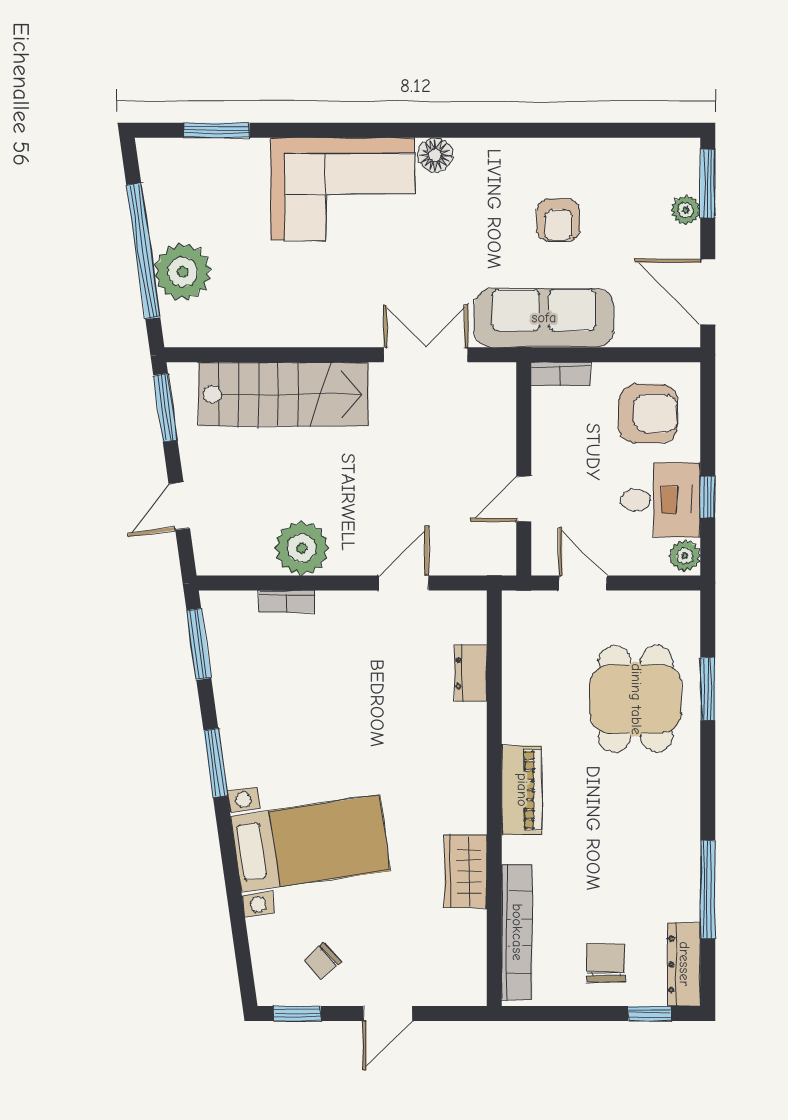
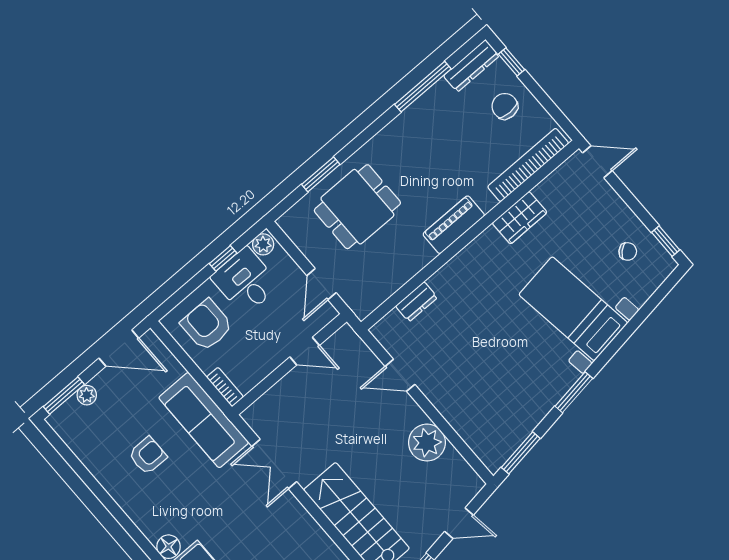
door: (708, 292) -> (119, 348), hinge flipped
bookcase: (287, 601) -> (461, 427), removed
chair: (606, 963) -> (505, 106), turned 90
door: (388, 1014) -> (597, 162), moved

